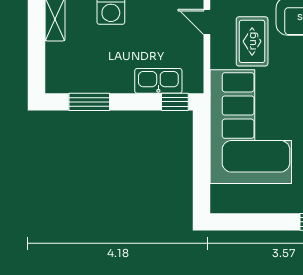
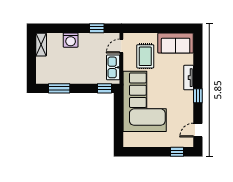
door: (207, 22) -> (121, 46), hinge flipped
kitchen sink: (158, 81) -> (113, 67), moved, turned -90

